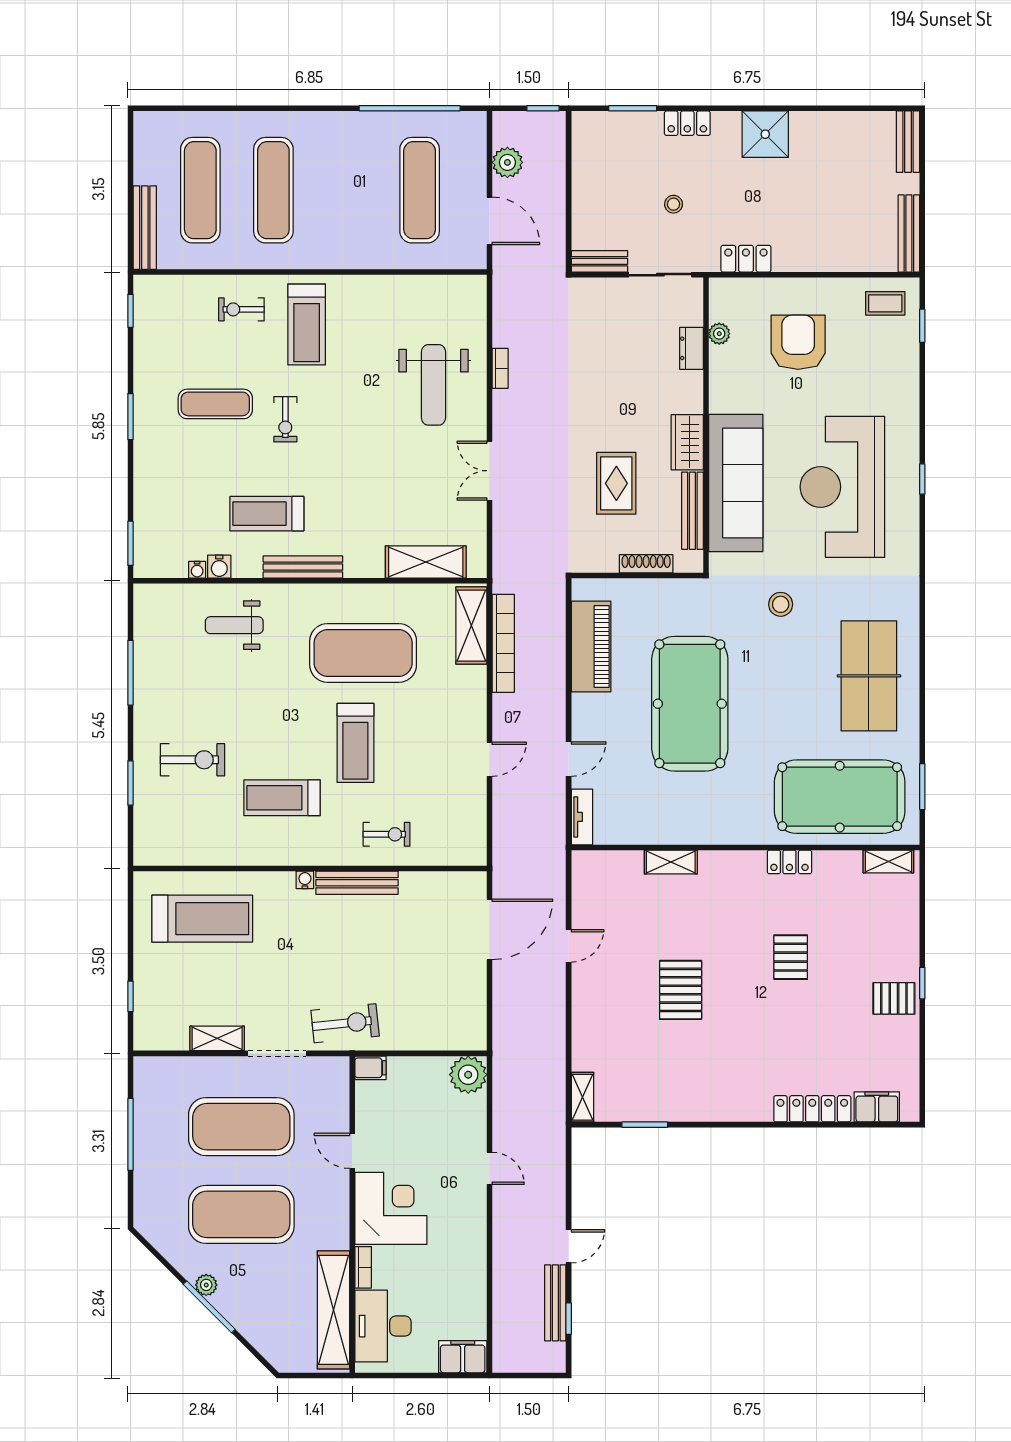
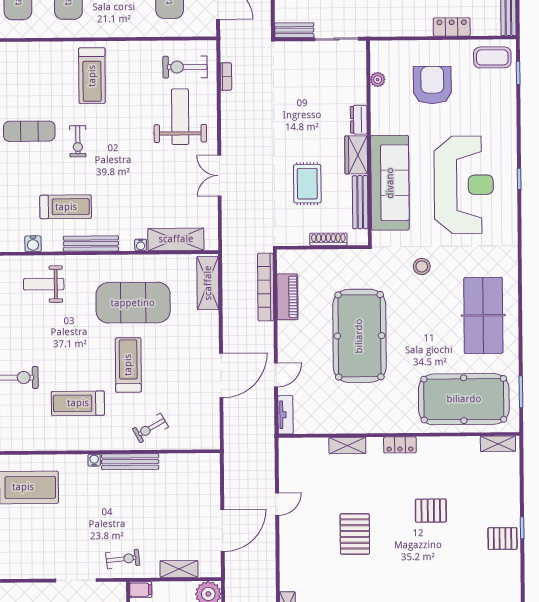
locker: (746, 259) -> (452, 27), moved
coffee table: (885, 303) -> (492, 57), width x1.36, depth x1.30
exercise bike: (241, 309) -> (185, 67), moved, width x1.38, depth x1.39
dresser: (691, 348) -> (359, 120), moved
bookcase: (500, 368) -> (226, 77), moved
weight bench: (433, 385) -> (180, 117), turned 180
reception desk: (842, 487) -> (464, 185), turned 180
treadmill: (267, 514) -> (66, 207), turned 180
water cooler: (197, 570) -> (141, 245), moved
bookcase: (503, 643) -> (266, 287), moved, turned 180
piano: (591, 646) -> (287, 297), width x0.73, depth x0.75
treadmill: (355, 743) -> (128, 365), turned 180
door: (489, 759) -> (221, 375), width x1.87
exercise bike: (387, 834) -> (150, 428), turned 151
locker: (789, 862) -> (400, 445), moved
door: (489, 929) -> (223, 530), moved
pallet: (791, 957) -> (431, 511), turned 90
exercise bike: (345, 1023) -> (123, 559), width x0.73, depth x0.72
shelving: (217, 1038) -> (179, 569), moved

